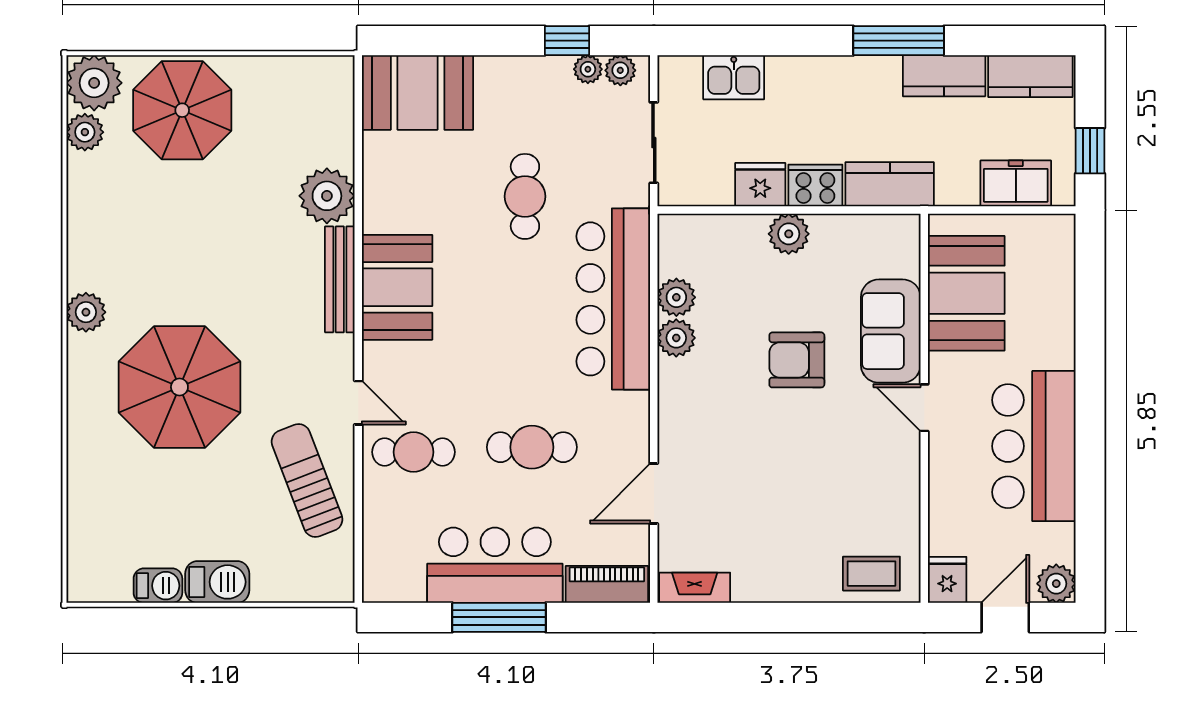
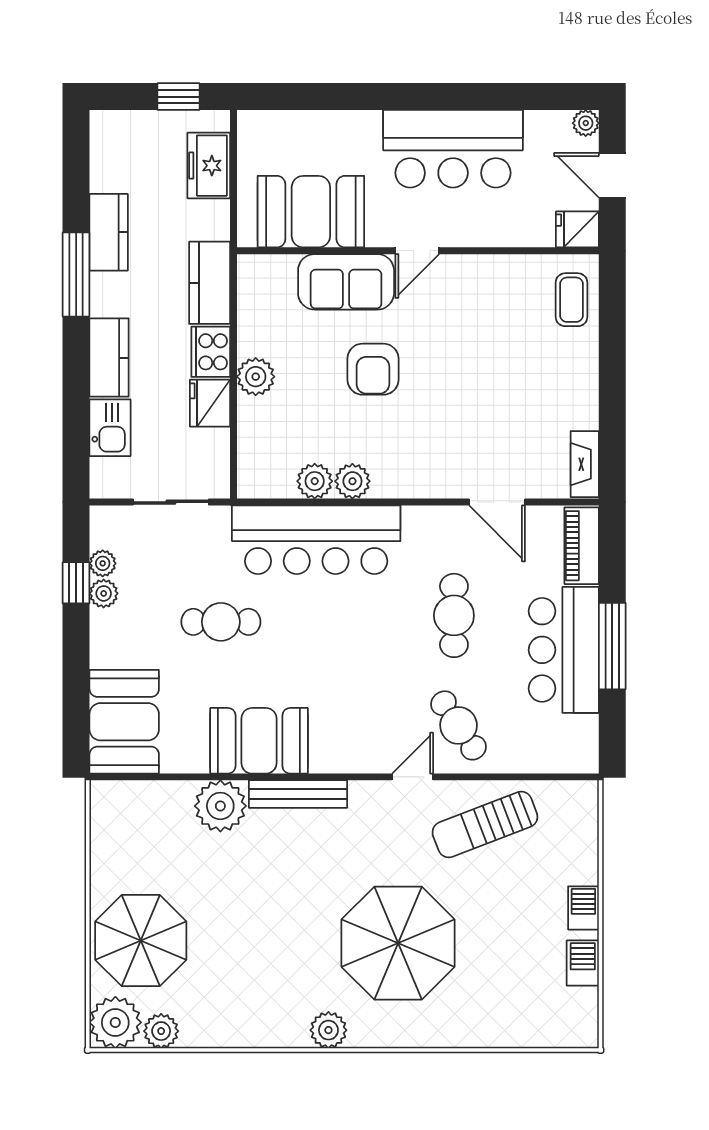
plant: (620, 70) -> (104, 593), moved
kitchen counter: (1030, 76) -> (109, 358), moved
booth: (397, 287) -> (259, 741), moved
cafe table: (414, 452) -> (459, 725), turned -34
barbecue: (217, 582) -> (583, 908), width x0.73, depth x0.79
plant: (1056, 584) -> (586, 123), width x0.73, depth x0.73

